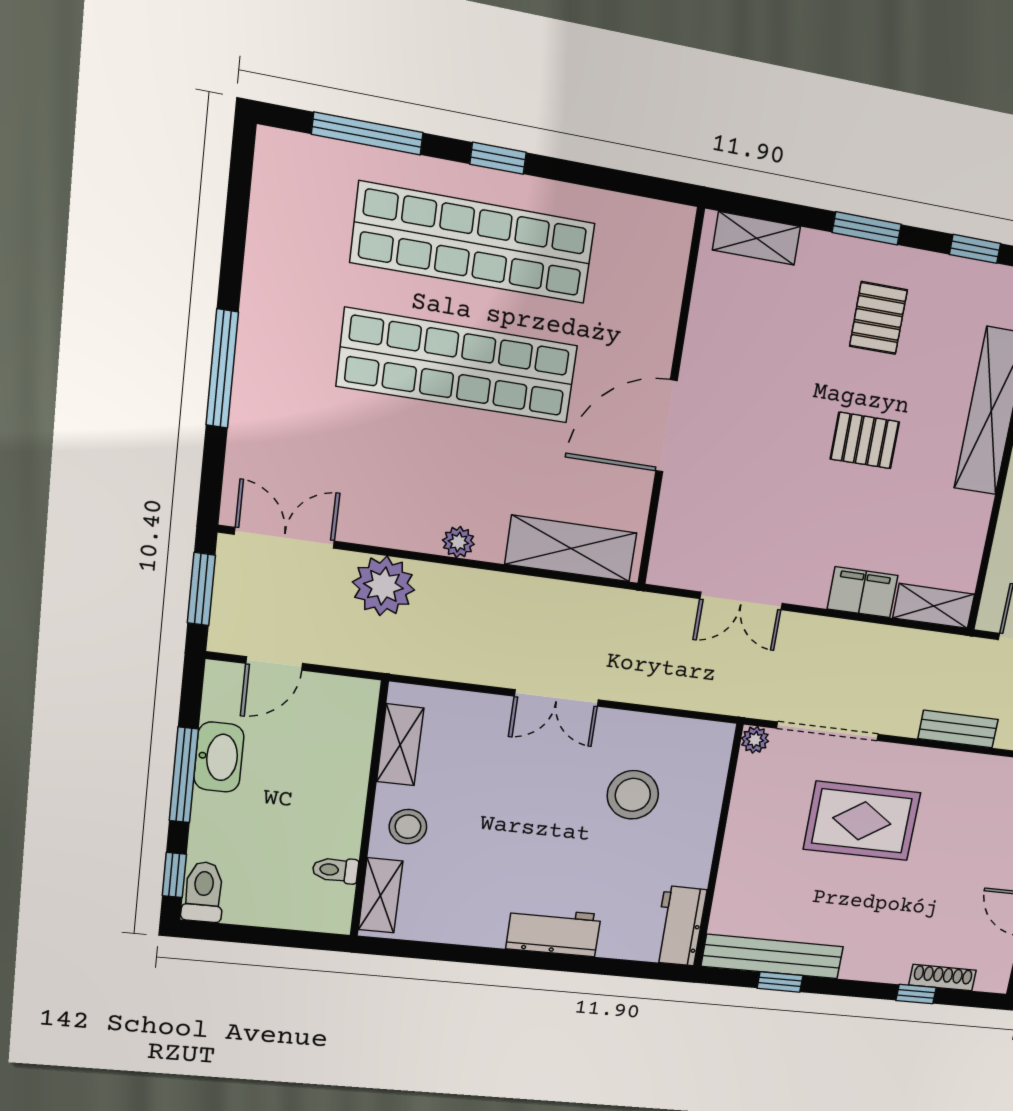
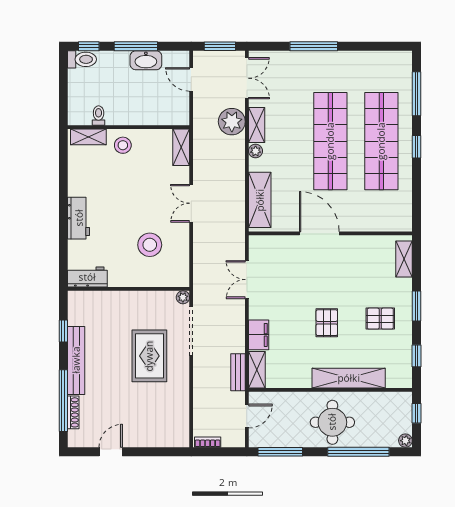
shelving: (398, 531) -> (257, 125), added
bench: (958, 729) -> (238, 372), moved
shelving: (400, 745) -> (181, 147), moved, turned 90
bench: (772, 957) -> (76, 360), moved
window: (916, 994) -> (63, 401), width x3.17

